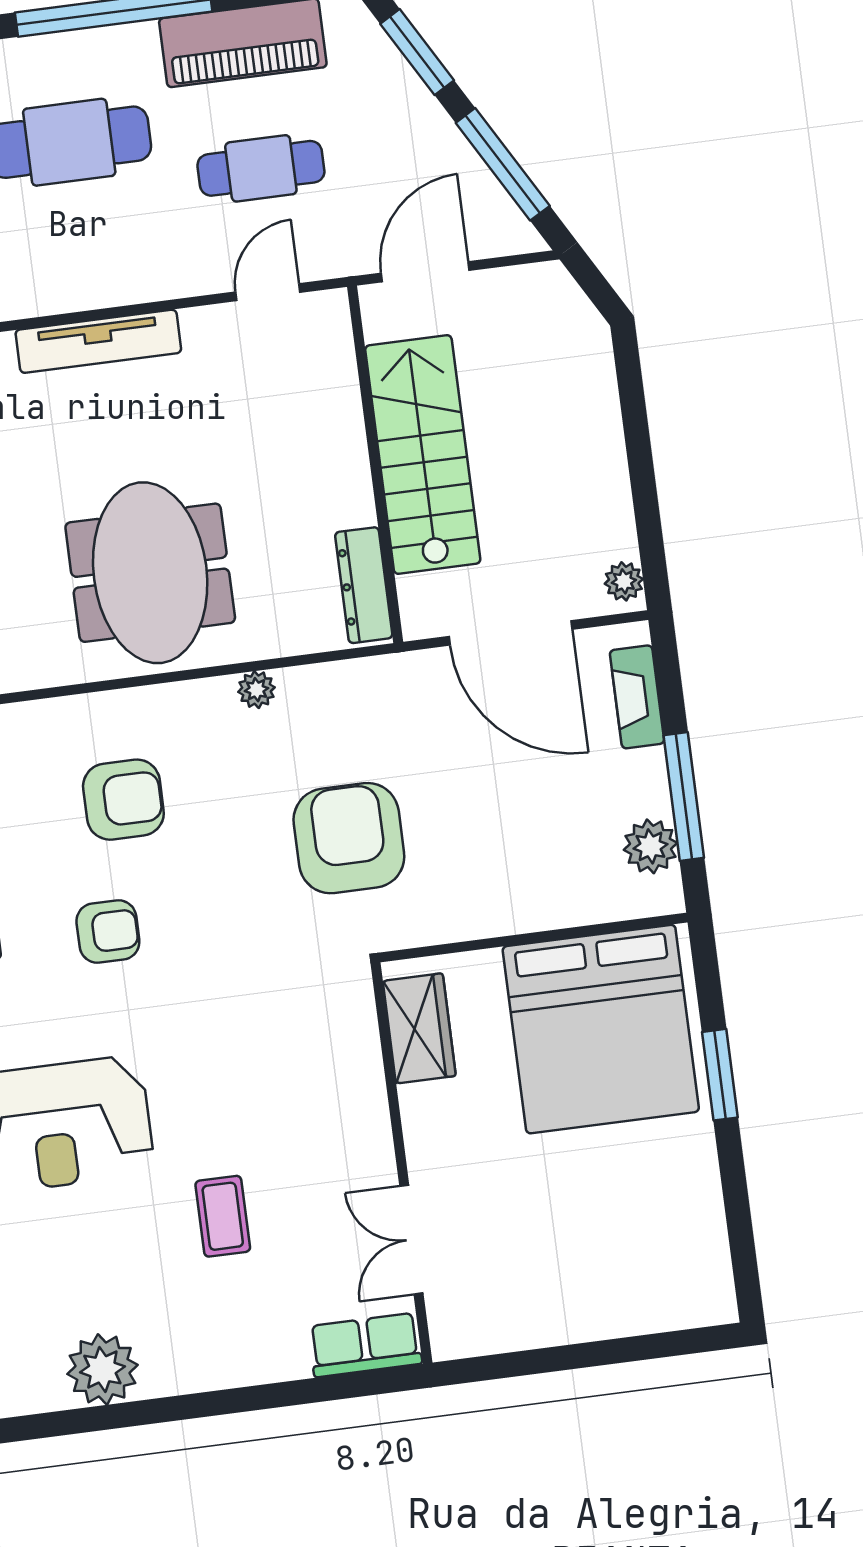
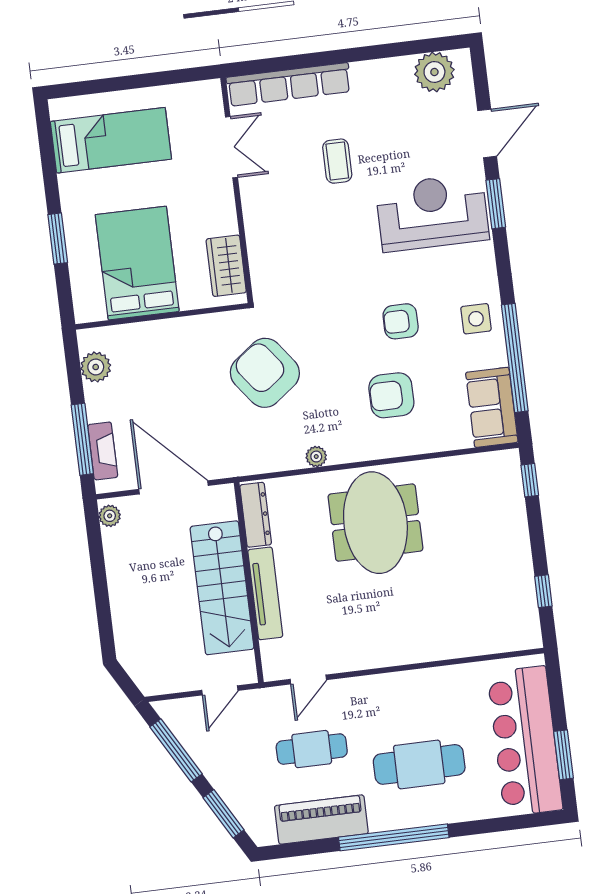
door: (425, 272) -> (220, 690), width x0.73
tv unit: (98, 341) -> (265, 593), moved, turned 90
window: (684, 796) -> (82, 439), moved
armchair: (349, 838) -> (265, 373), turned 143
bed: (601, 1029) -> (137, 263), width x0.73
bed: (626, 1251) -> (111, 140), added
row of seats: (365, 1345) -> (289, 84), width x2.02
plant: (102, 1369) -> (434, 72), moved

